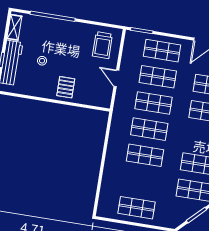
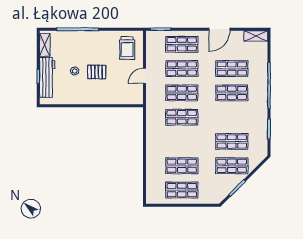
door: (116, 78) -> (145, 76), hinge flipped
pallet: (66, 87) -> (97, 72), moved, turned 90
shop shelf: (145, 155) -> (182, 166), moved

